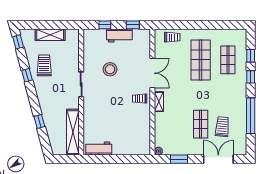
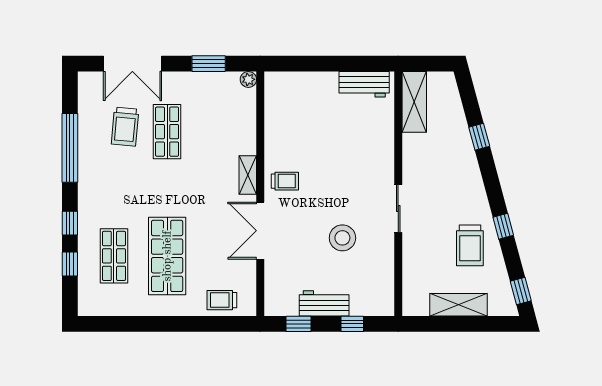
shelving: (73, 132) -> (414, 102), width x0.68

